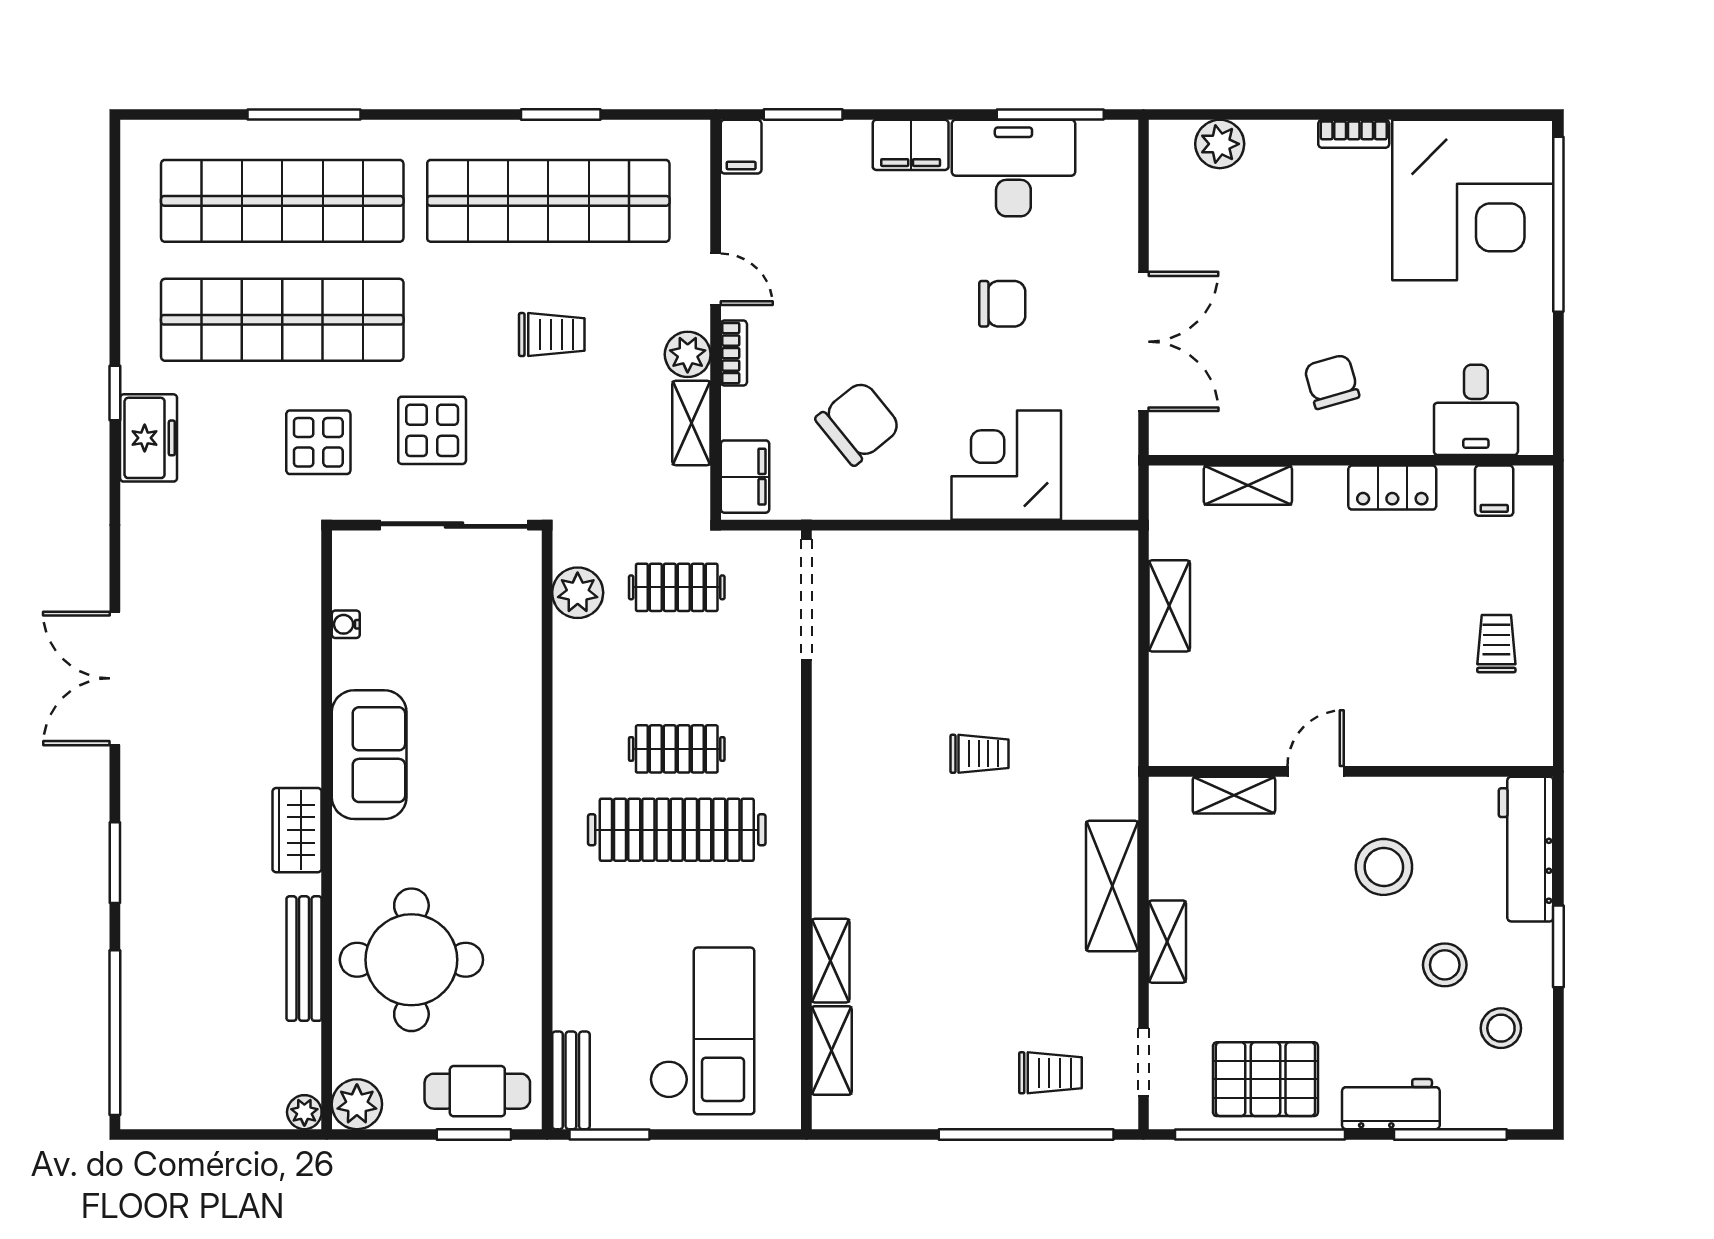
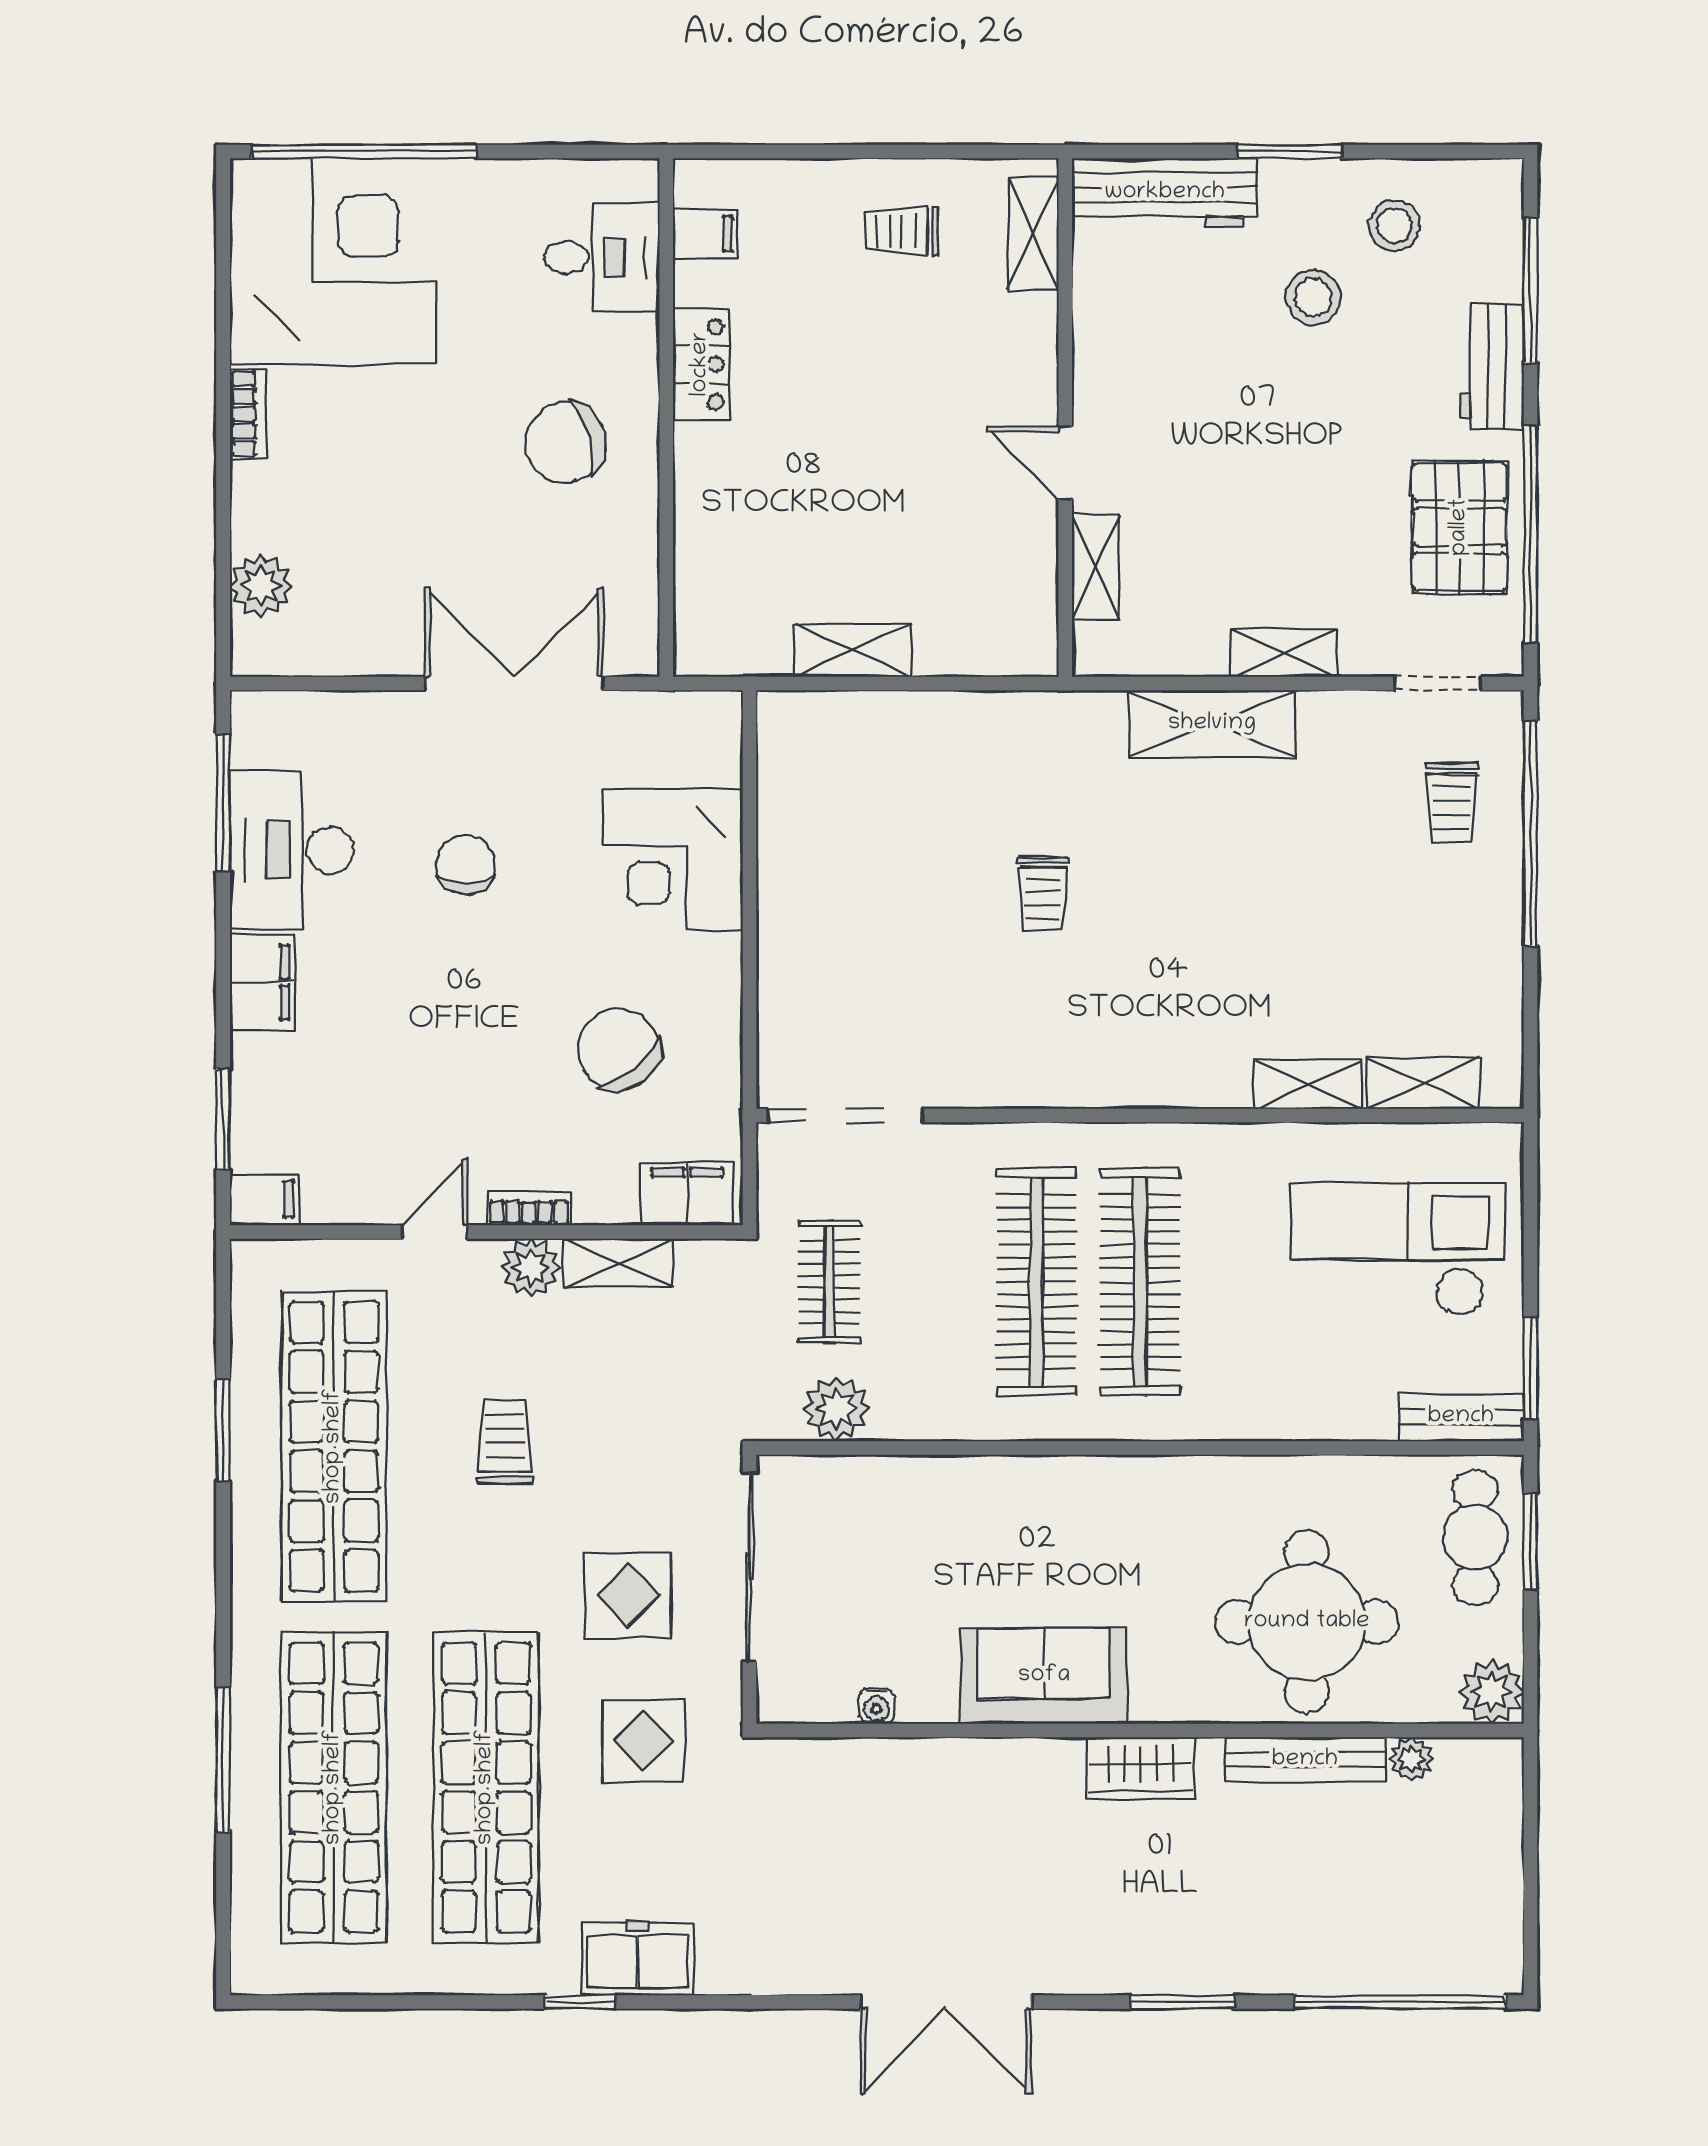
chair: (1332, 382) -> (566, 442), width x1.37, depth x1.37
shelving: (1248, 485) -> (1033, 234), moved
clothes rail: (677, 749) -> (1036, 1282), width x1.86, depth x1.31
trolley: (979, 754) -> (1043, 894), turned 180
stool: (1384, 867) -> (1188, 375), removed
trolley: (1050, 1073) -> (1452, 803), turned 180
plant: (304, 1112) -> (1411, 1759), moved

